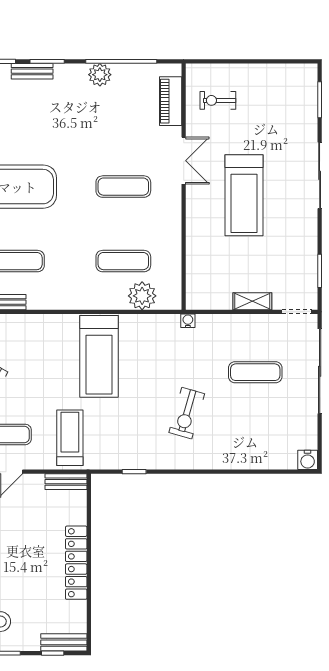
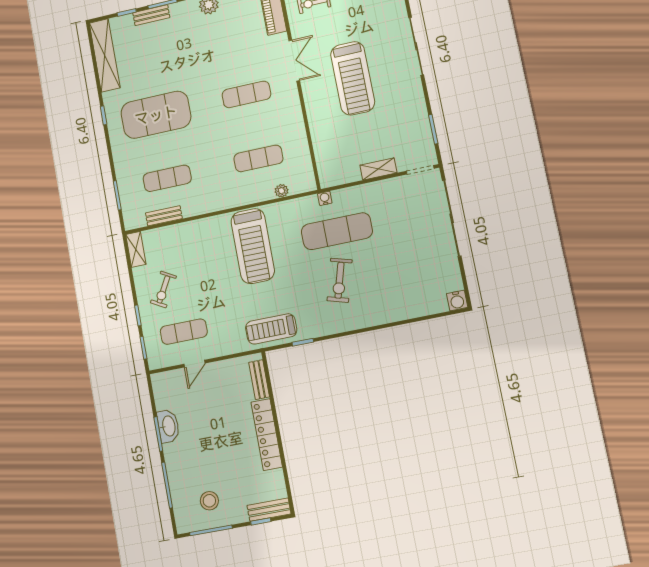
plant: (142, 296) -> (281, 191), width x0.53, depth x0.53
exercise mat: (255, 372) -> (337, 231), moved, width x1.36, depth x1.45
treadmill: (70, 438) -> (271, 329), moved, turned -90
bench: (66, 482) -> (259, 380), moved, turned 90

